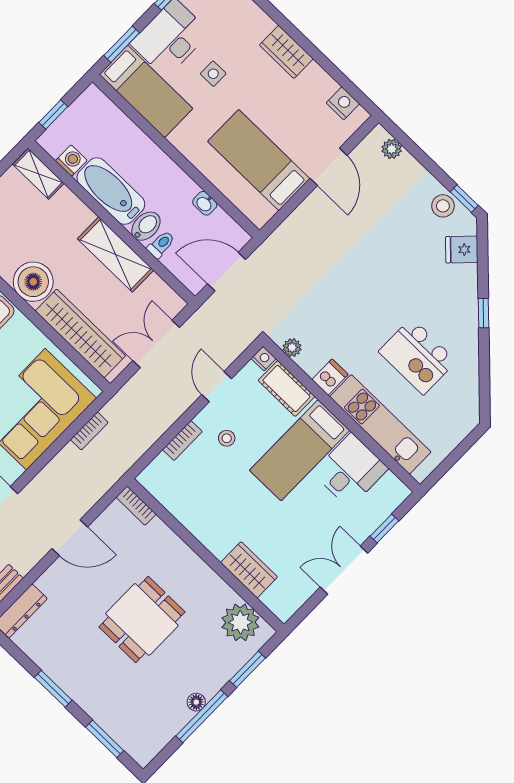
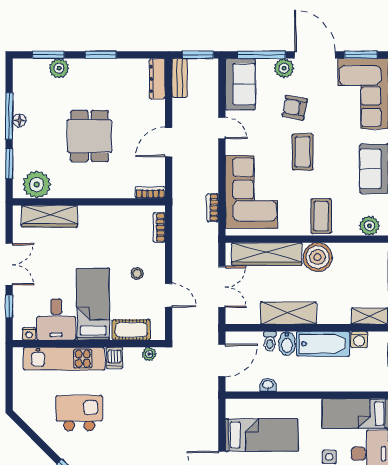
nightstand: (264, 359) -> (29, 334), moved
bookcase: (182, 441) -> (159, 227), moved
wardrobe: (249, 570) -> (50, 216), width x1.50
plant: (107, 716) -> (59, 68), added

